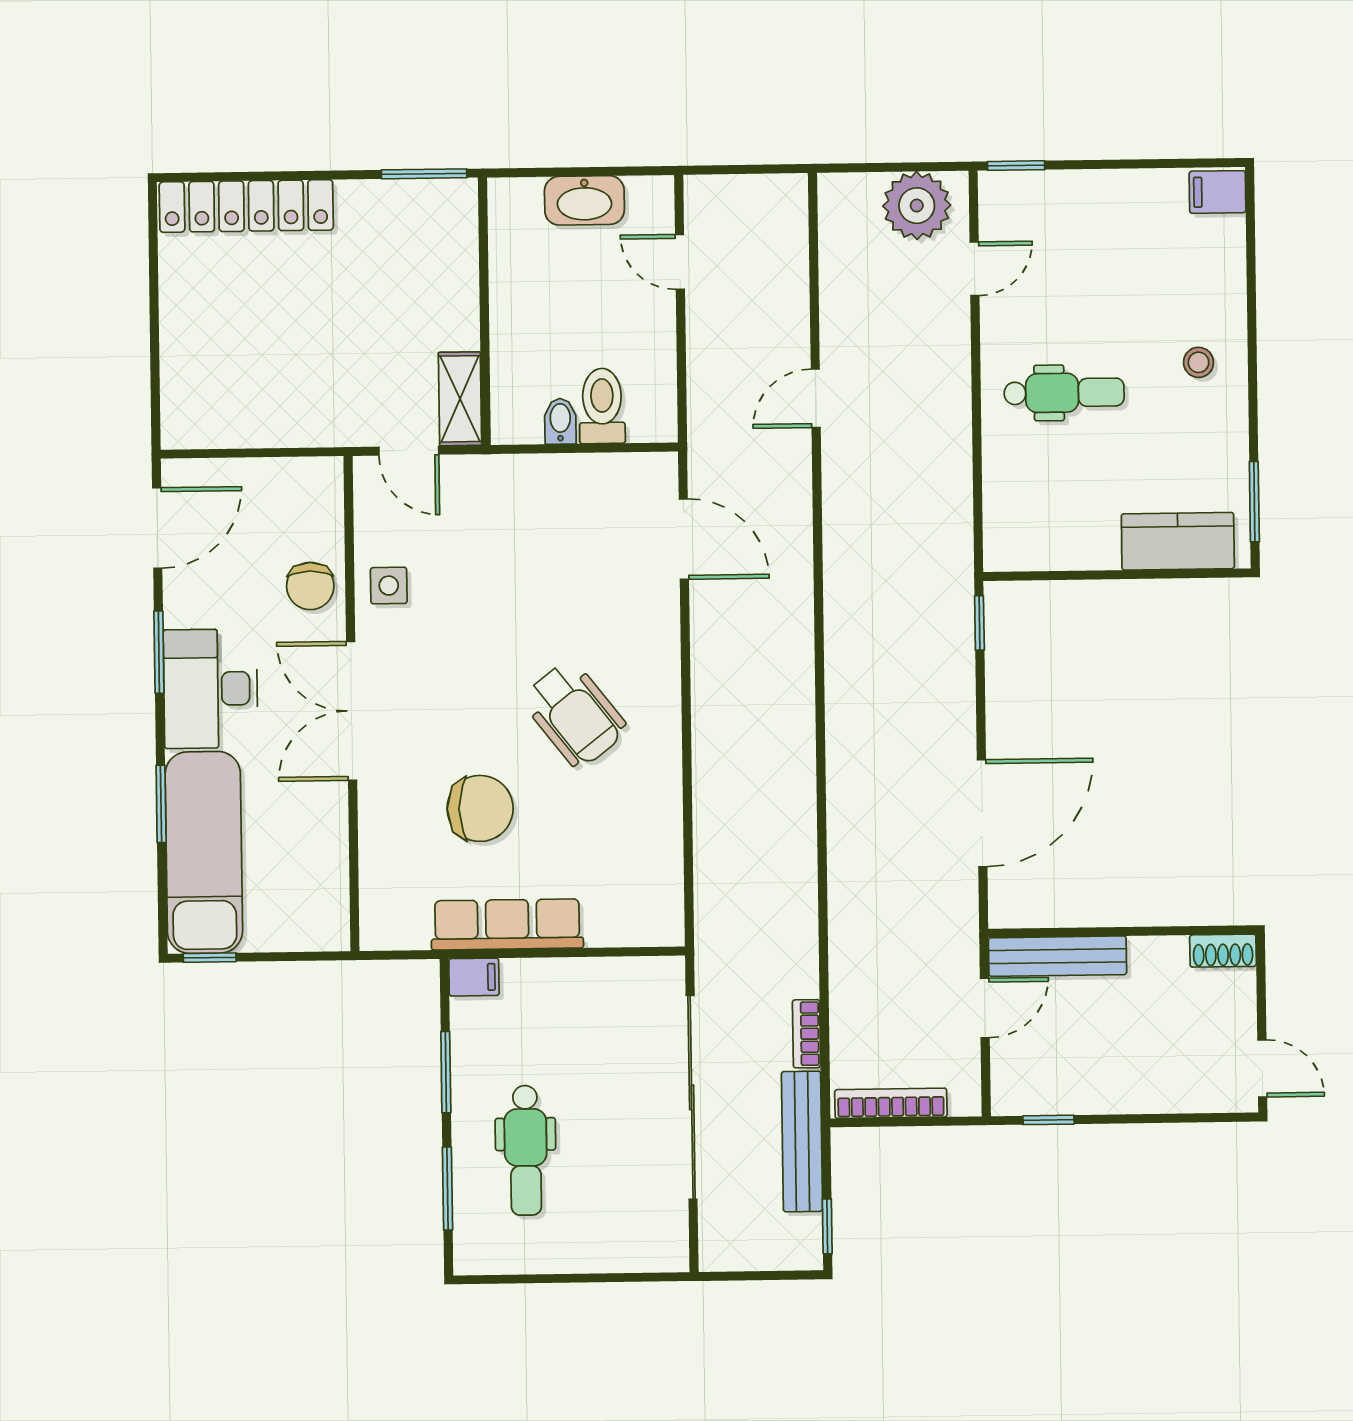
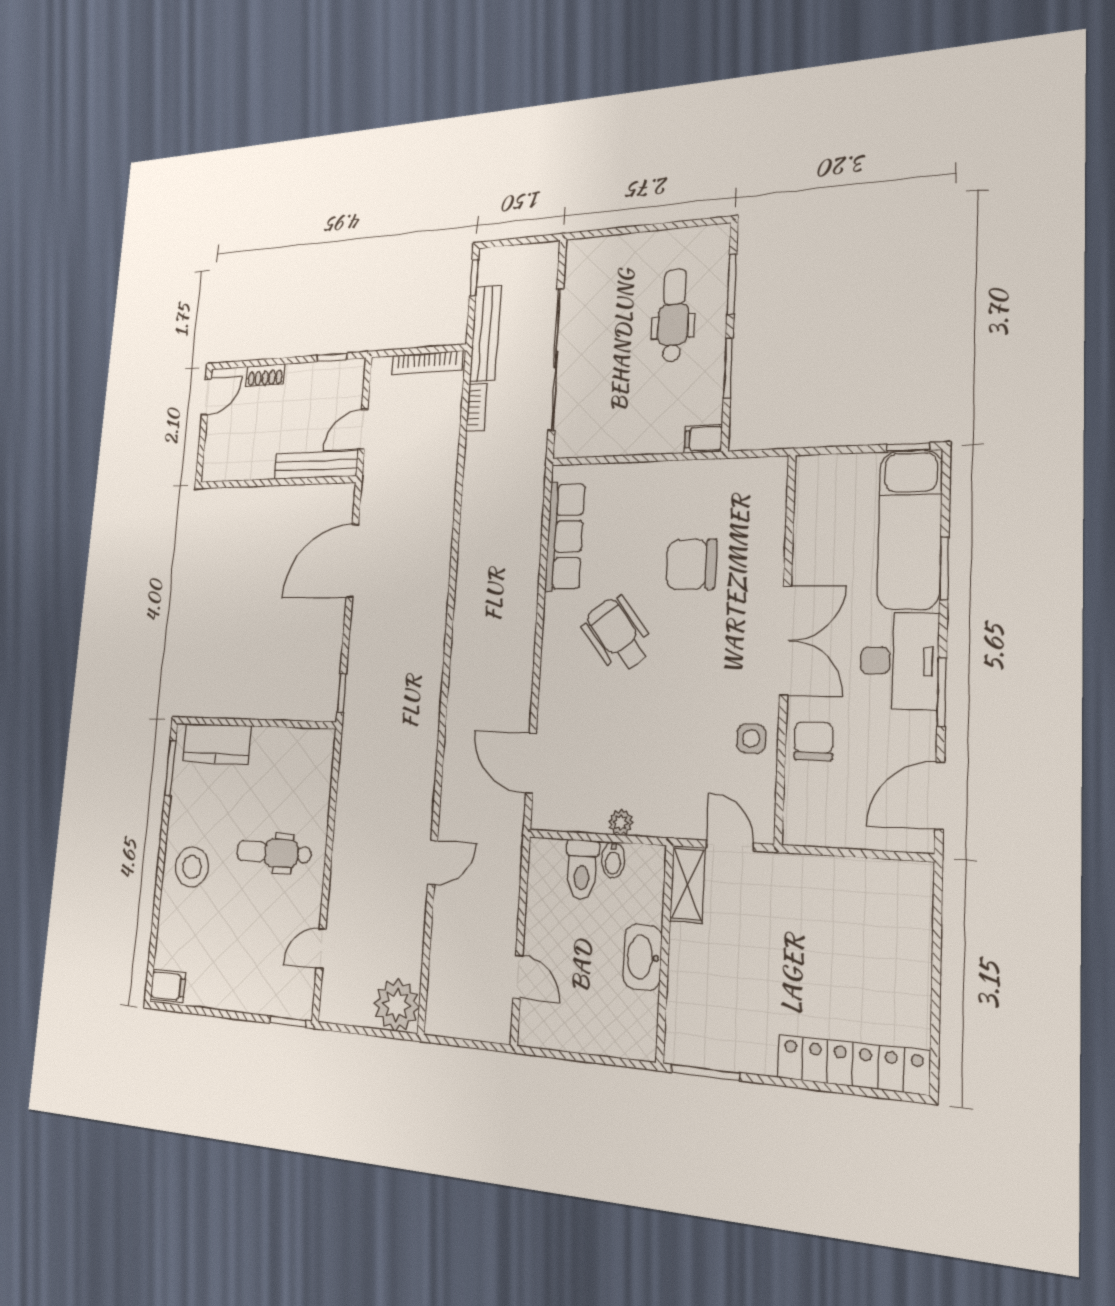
washbasin: (584, 200) -> (643, 957), moved, turned -90
plant: (917, 206) -> (397, 1005), moved
stool: (1199, 362) -> (192, 867), width x1.89, depth x1.89
plant: (553, 470) -> (621, 822), added
row of seats: (507, 924) -> (565, 536), moved, turned -90
shoe rack: (1223, 951) -> (265, 375), moved, turned 180
door: (1262, 1068) -> (206, 397), swing flipped

